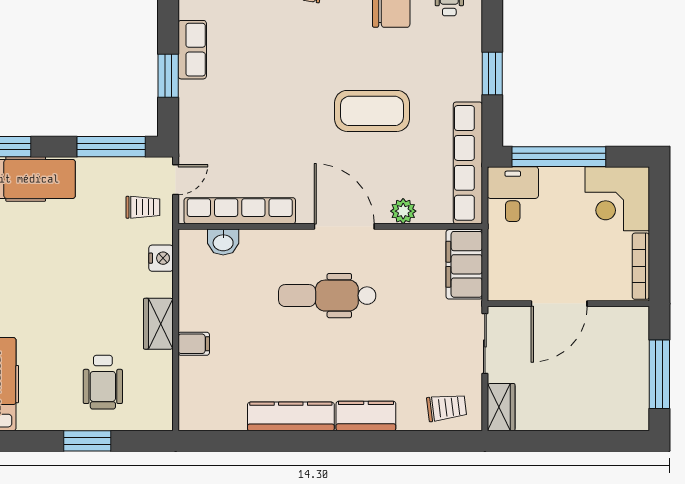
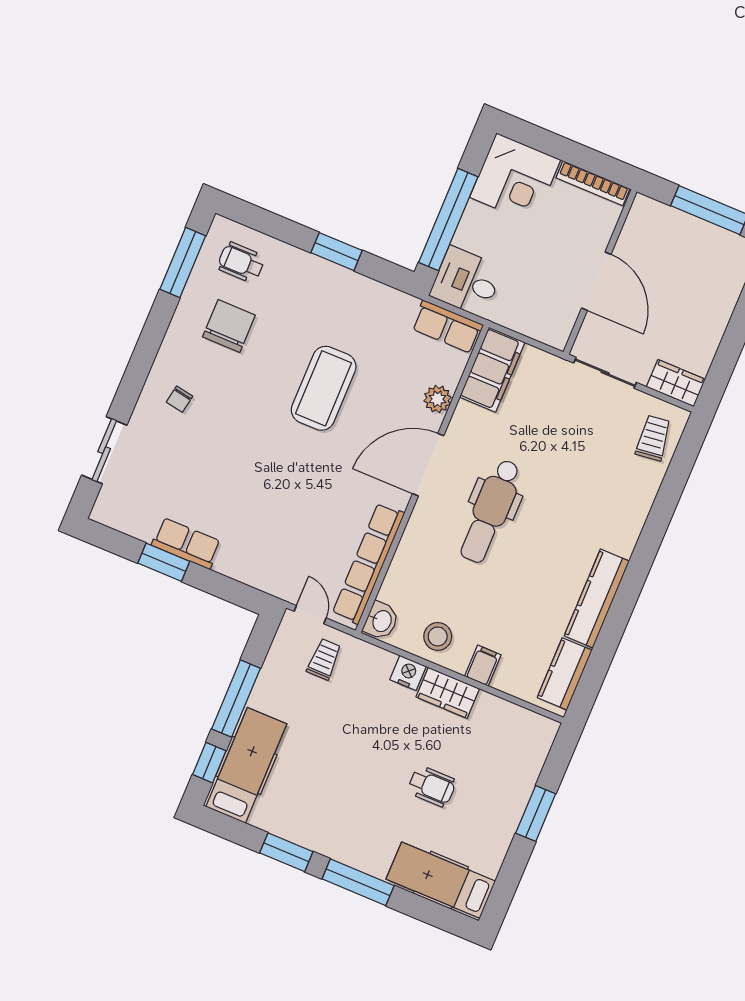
window: (168, 76) -> (164, 562), moved
window: (111, 147) -> (236, 699), moved
row of seats: (468, 163) -> (447, 327), width x0.50
washbasin: (223, 242) -> (381, 621), moved
nightstand: (161, 258) -> (408, 673), moved
filing cabinet: (464, 264) -> (492, 370), moved, turned -90
stool: (202, 295) -> (438, 636), added
wheelchair: (103, 382) -> (432, 786), moved, width x0.73, depth x0.73
kitchen counter: (366, 416) -> (565, 674), moved

